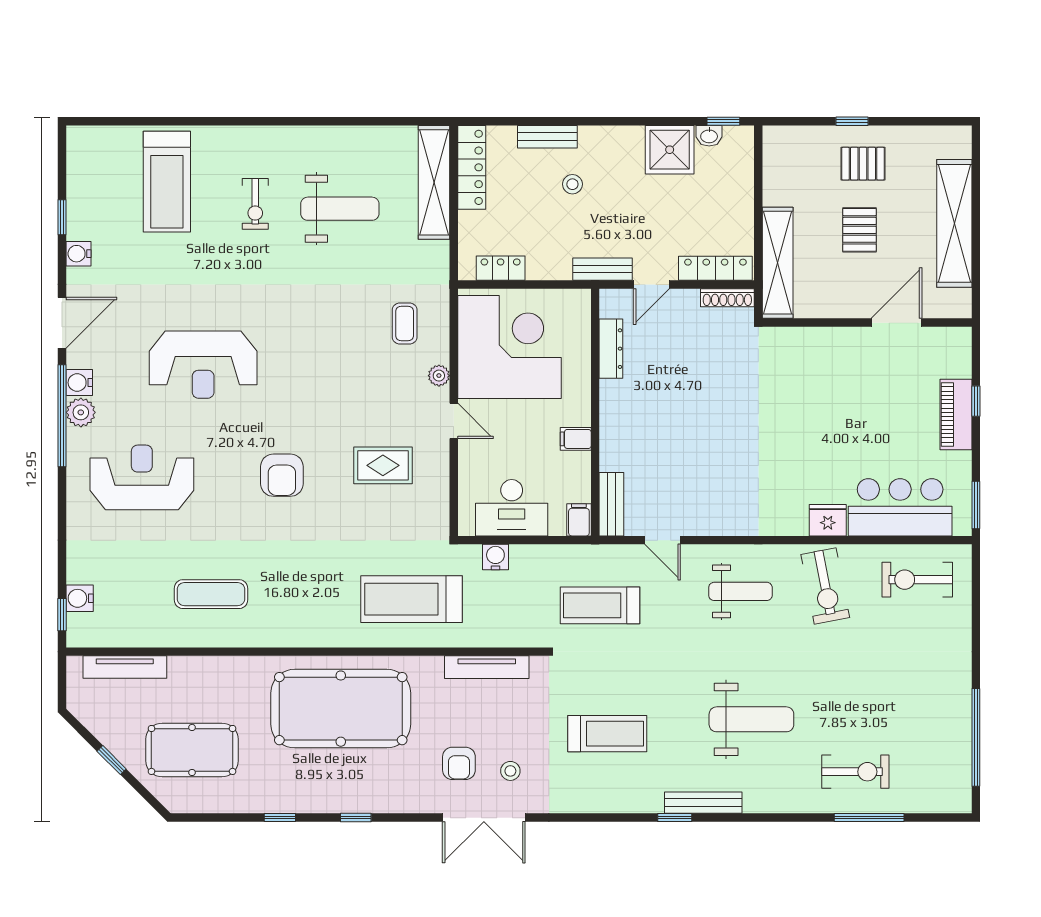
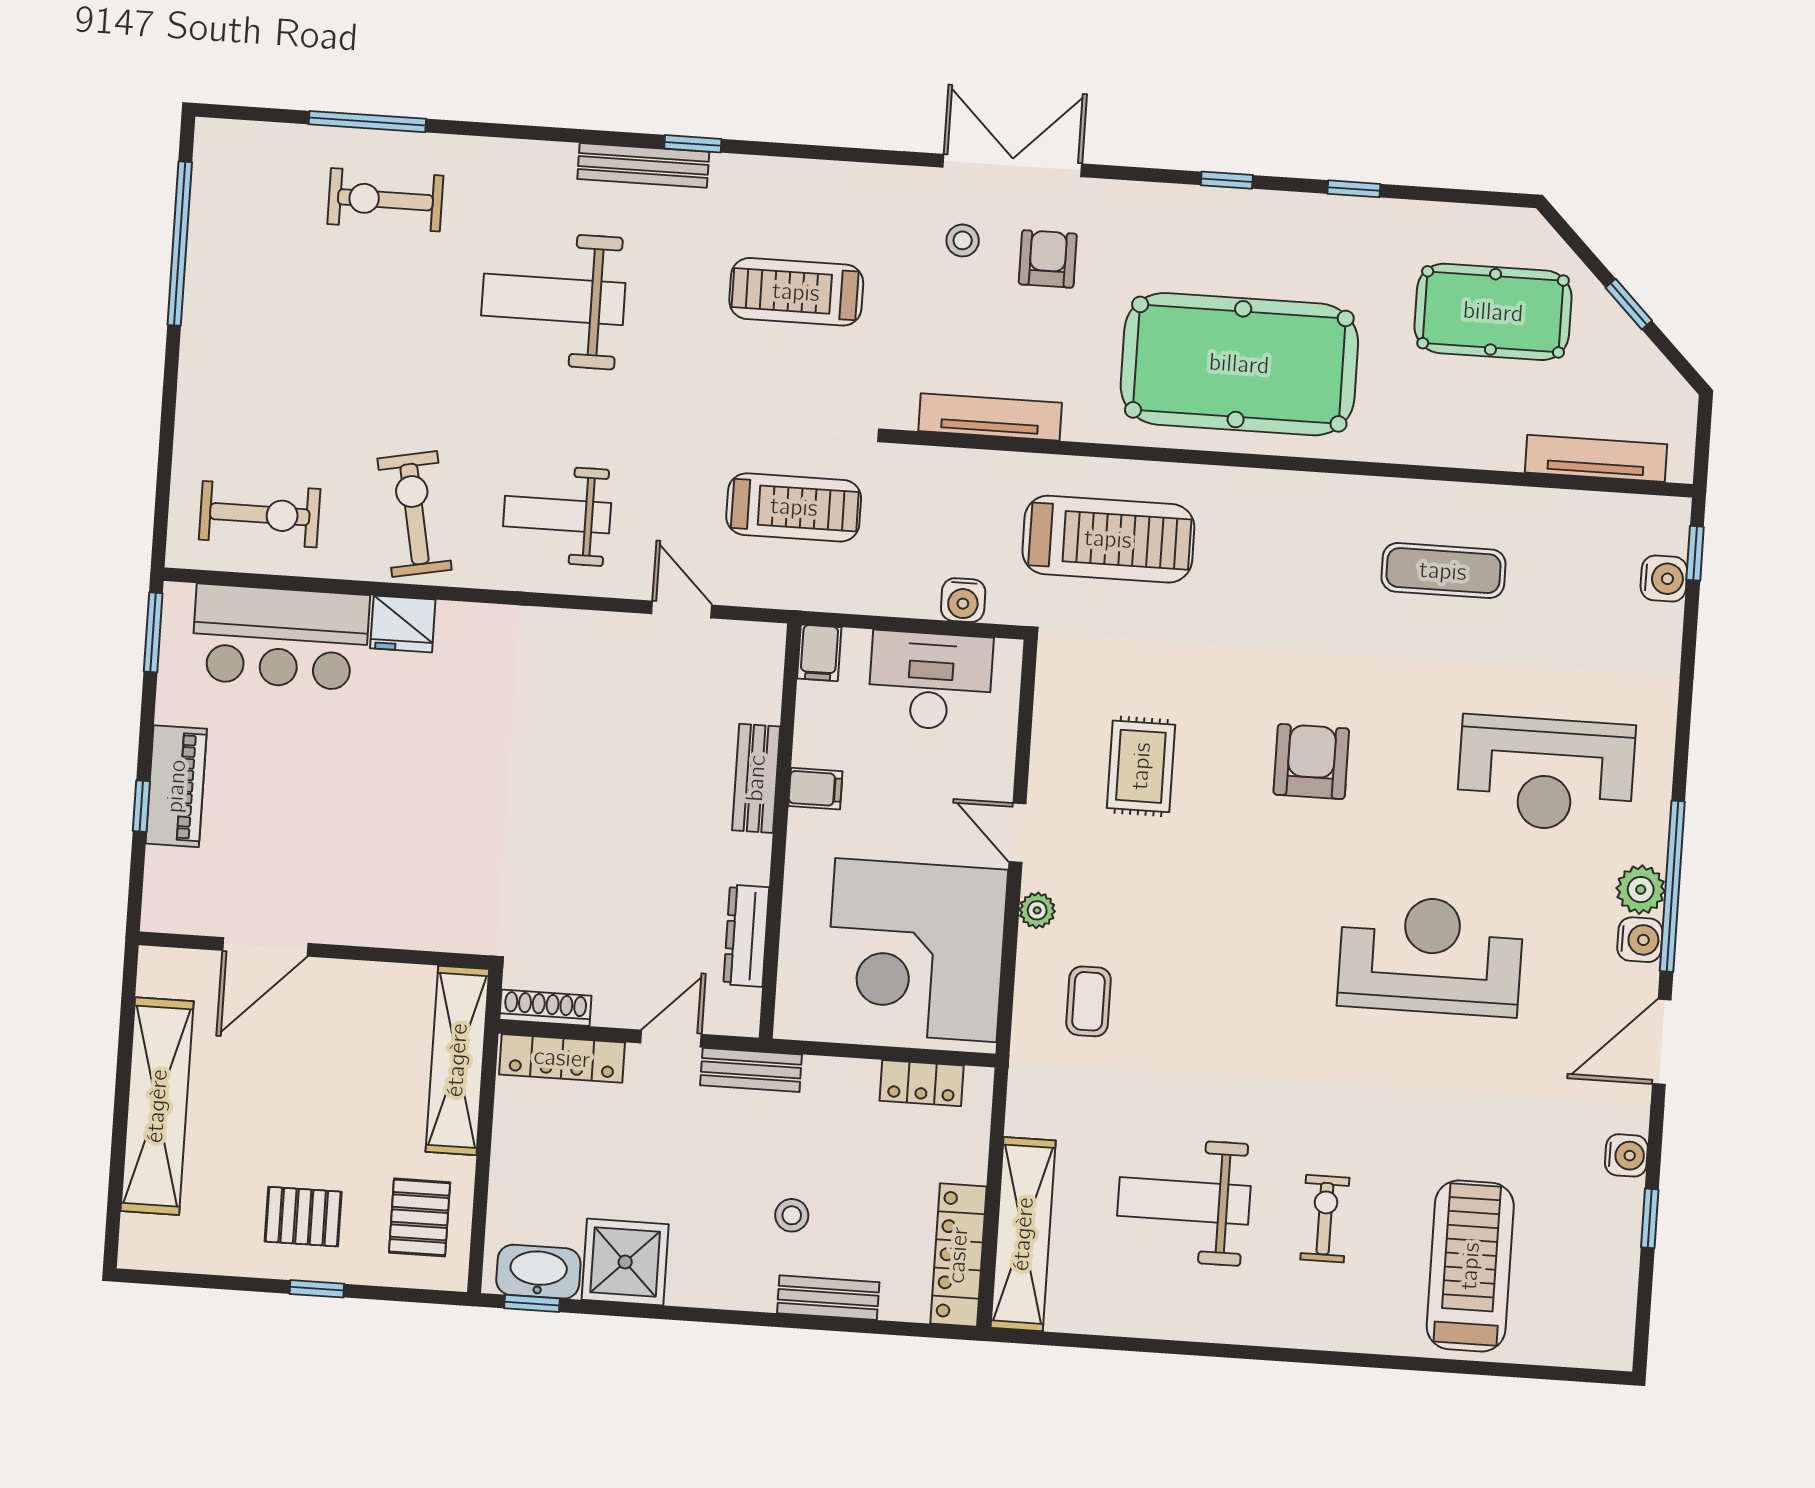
washbasin: (709, 136) -> (538, 1272), width x1.91, depth x1.45
pallet: (859, 230) -> (420, 1217), moved
rug: (383, 465) -> (1141, 766), turned 90
bench: (611, 504) -> (756, 778), moved

